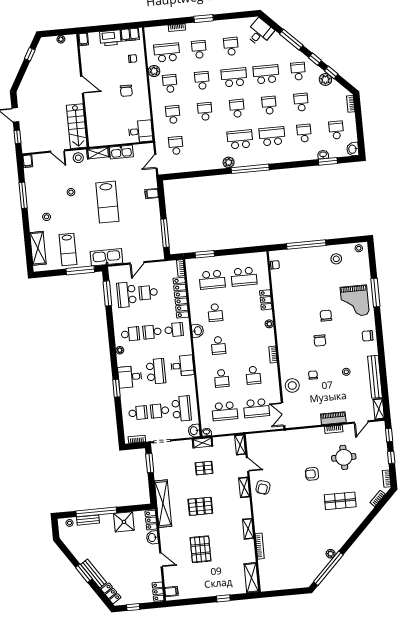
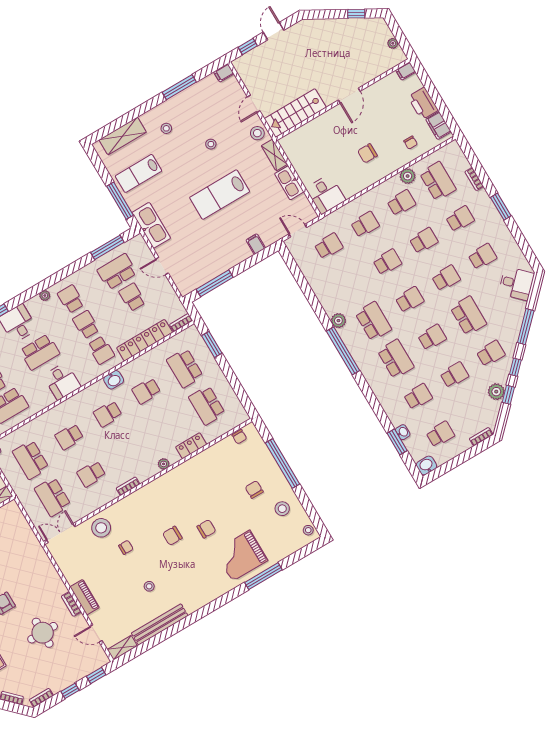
school desk: (234, 77) -> (446, 278), width x0.54
school desk: (130, 334) -> (71, 299), turned 180
chair: (368, 336) -> (254, 489), moved

